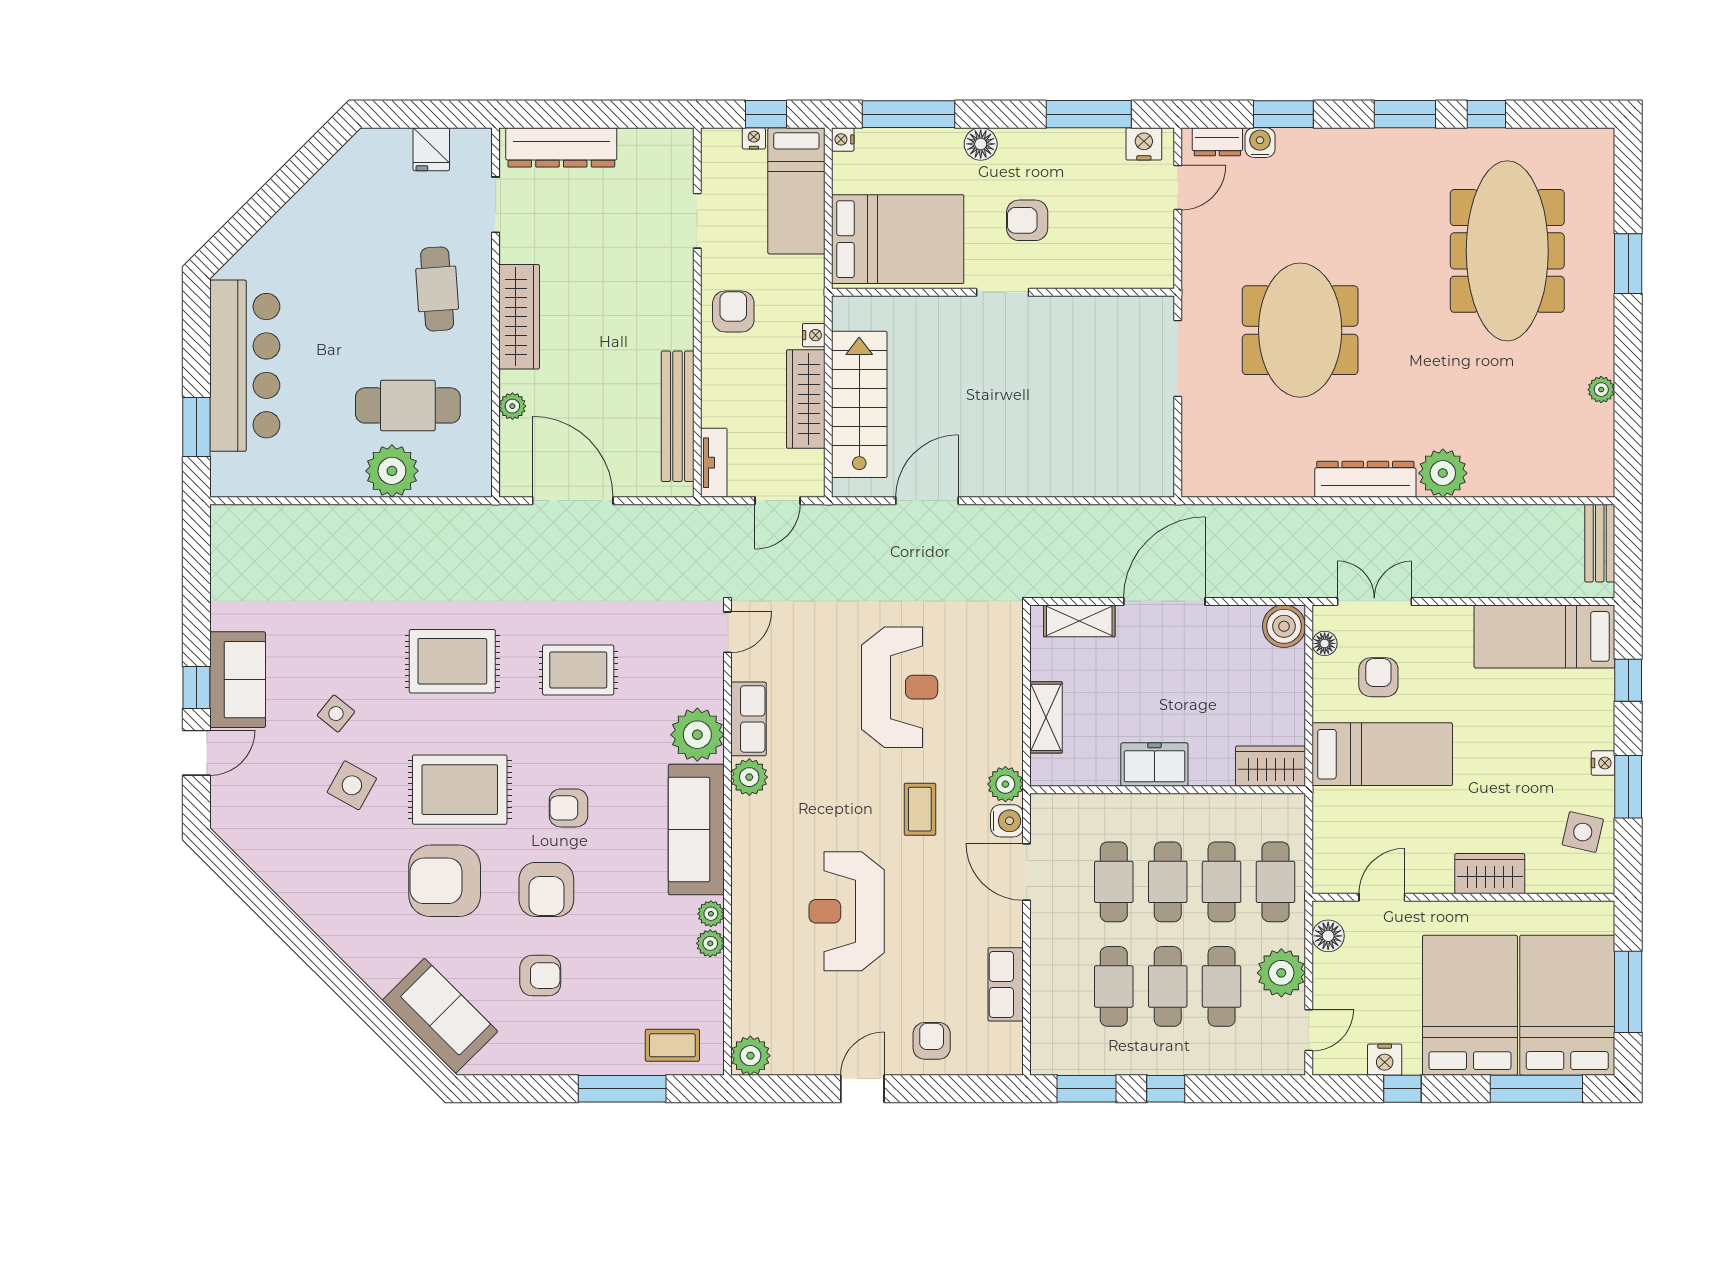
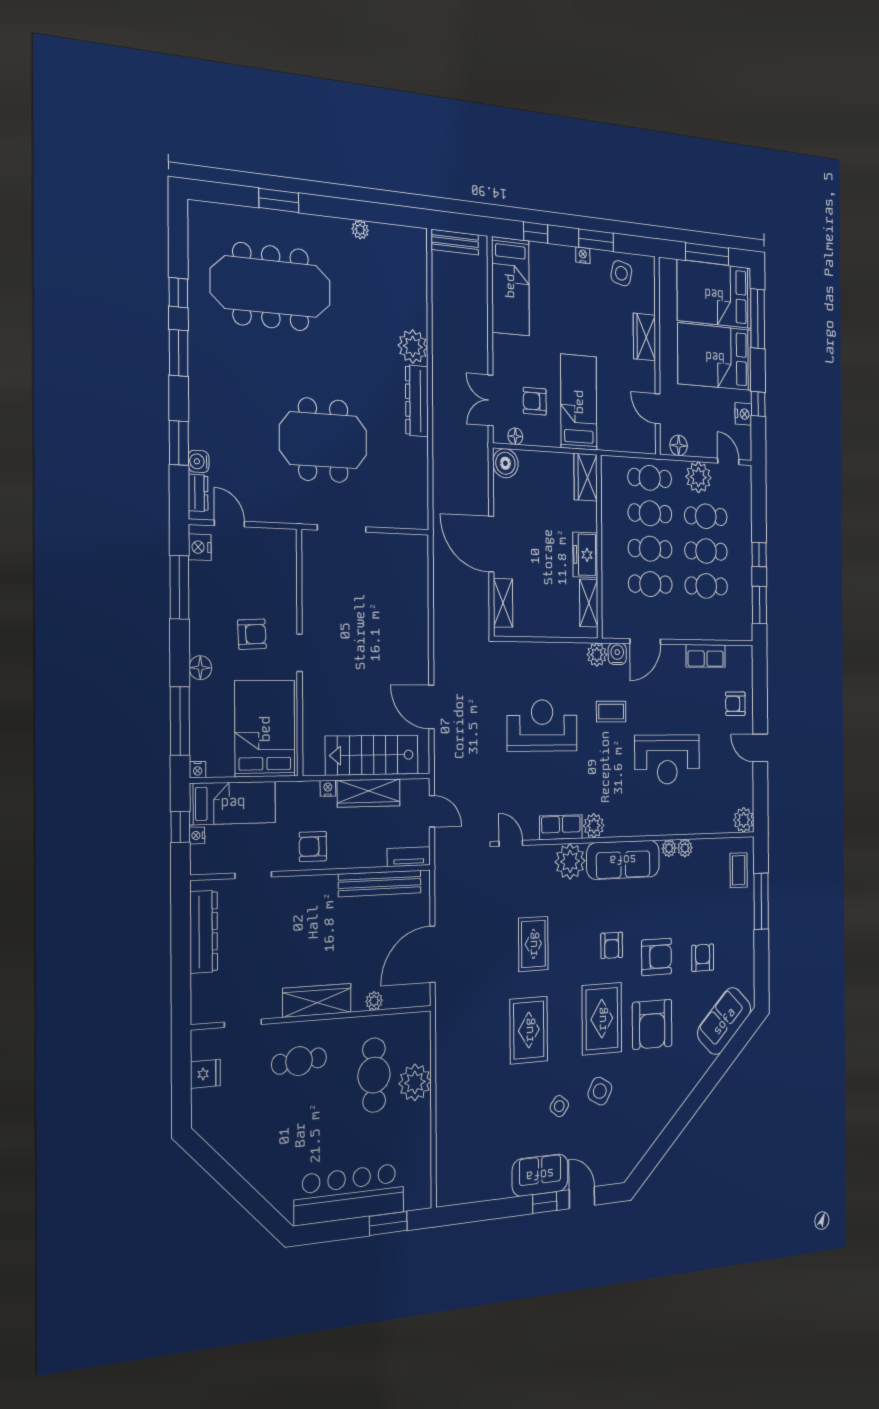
dresser: (561, 147) -> (204, 932), moved
armchair: (1027, 220) -> (252, 634), turned -93
shelving: (1046, 717) -> (589, 603), moved, turned 90

